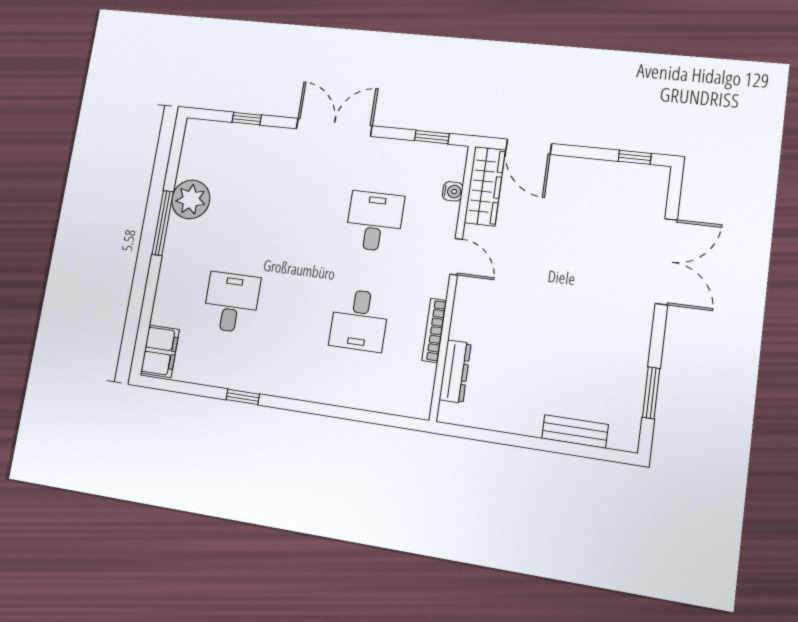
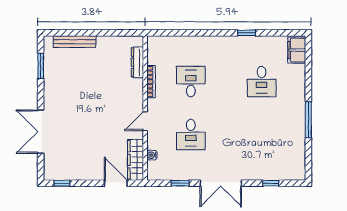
window: (432, 137) -> (180, 183), moved
plant: (191, 199) -> (295, 135), removed
door: (456, 257) -> (145, 121), hinge flipped
bench: (575, 431) -> (75, 42), width x1.36

